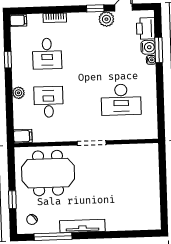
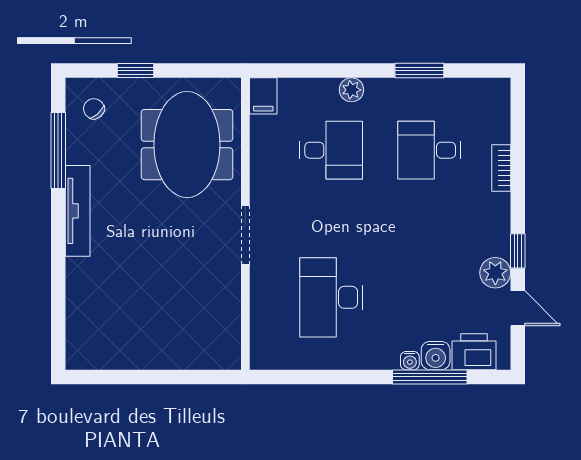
filing cabinet: (18, 20) -> (498, 94), removed
window: (159, 50) -> (430, 377), width x1.44
window: (8, 60) -> (419, 71), width x1.50

